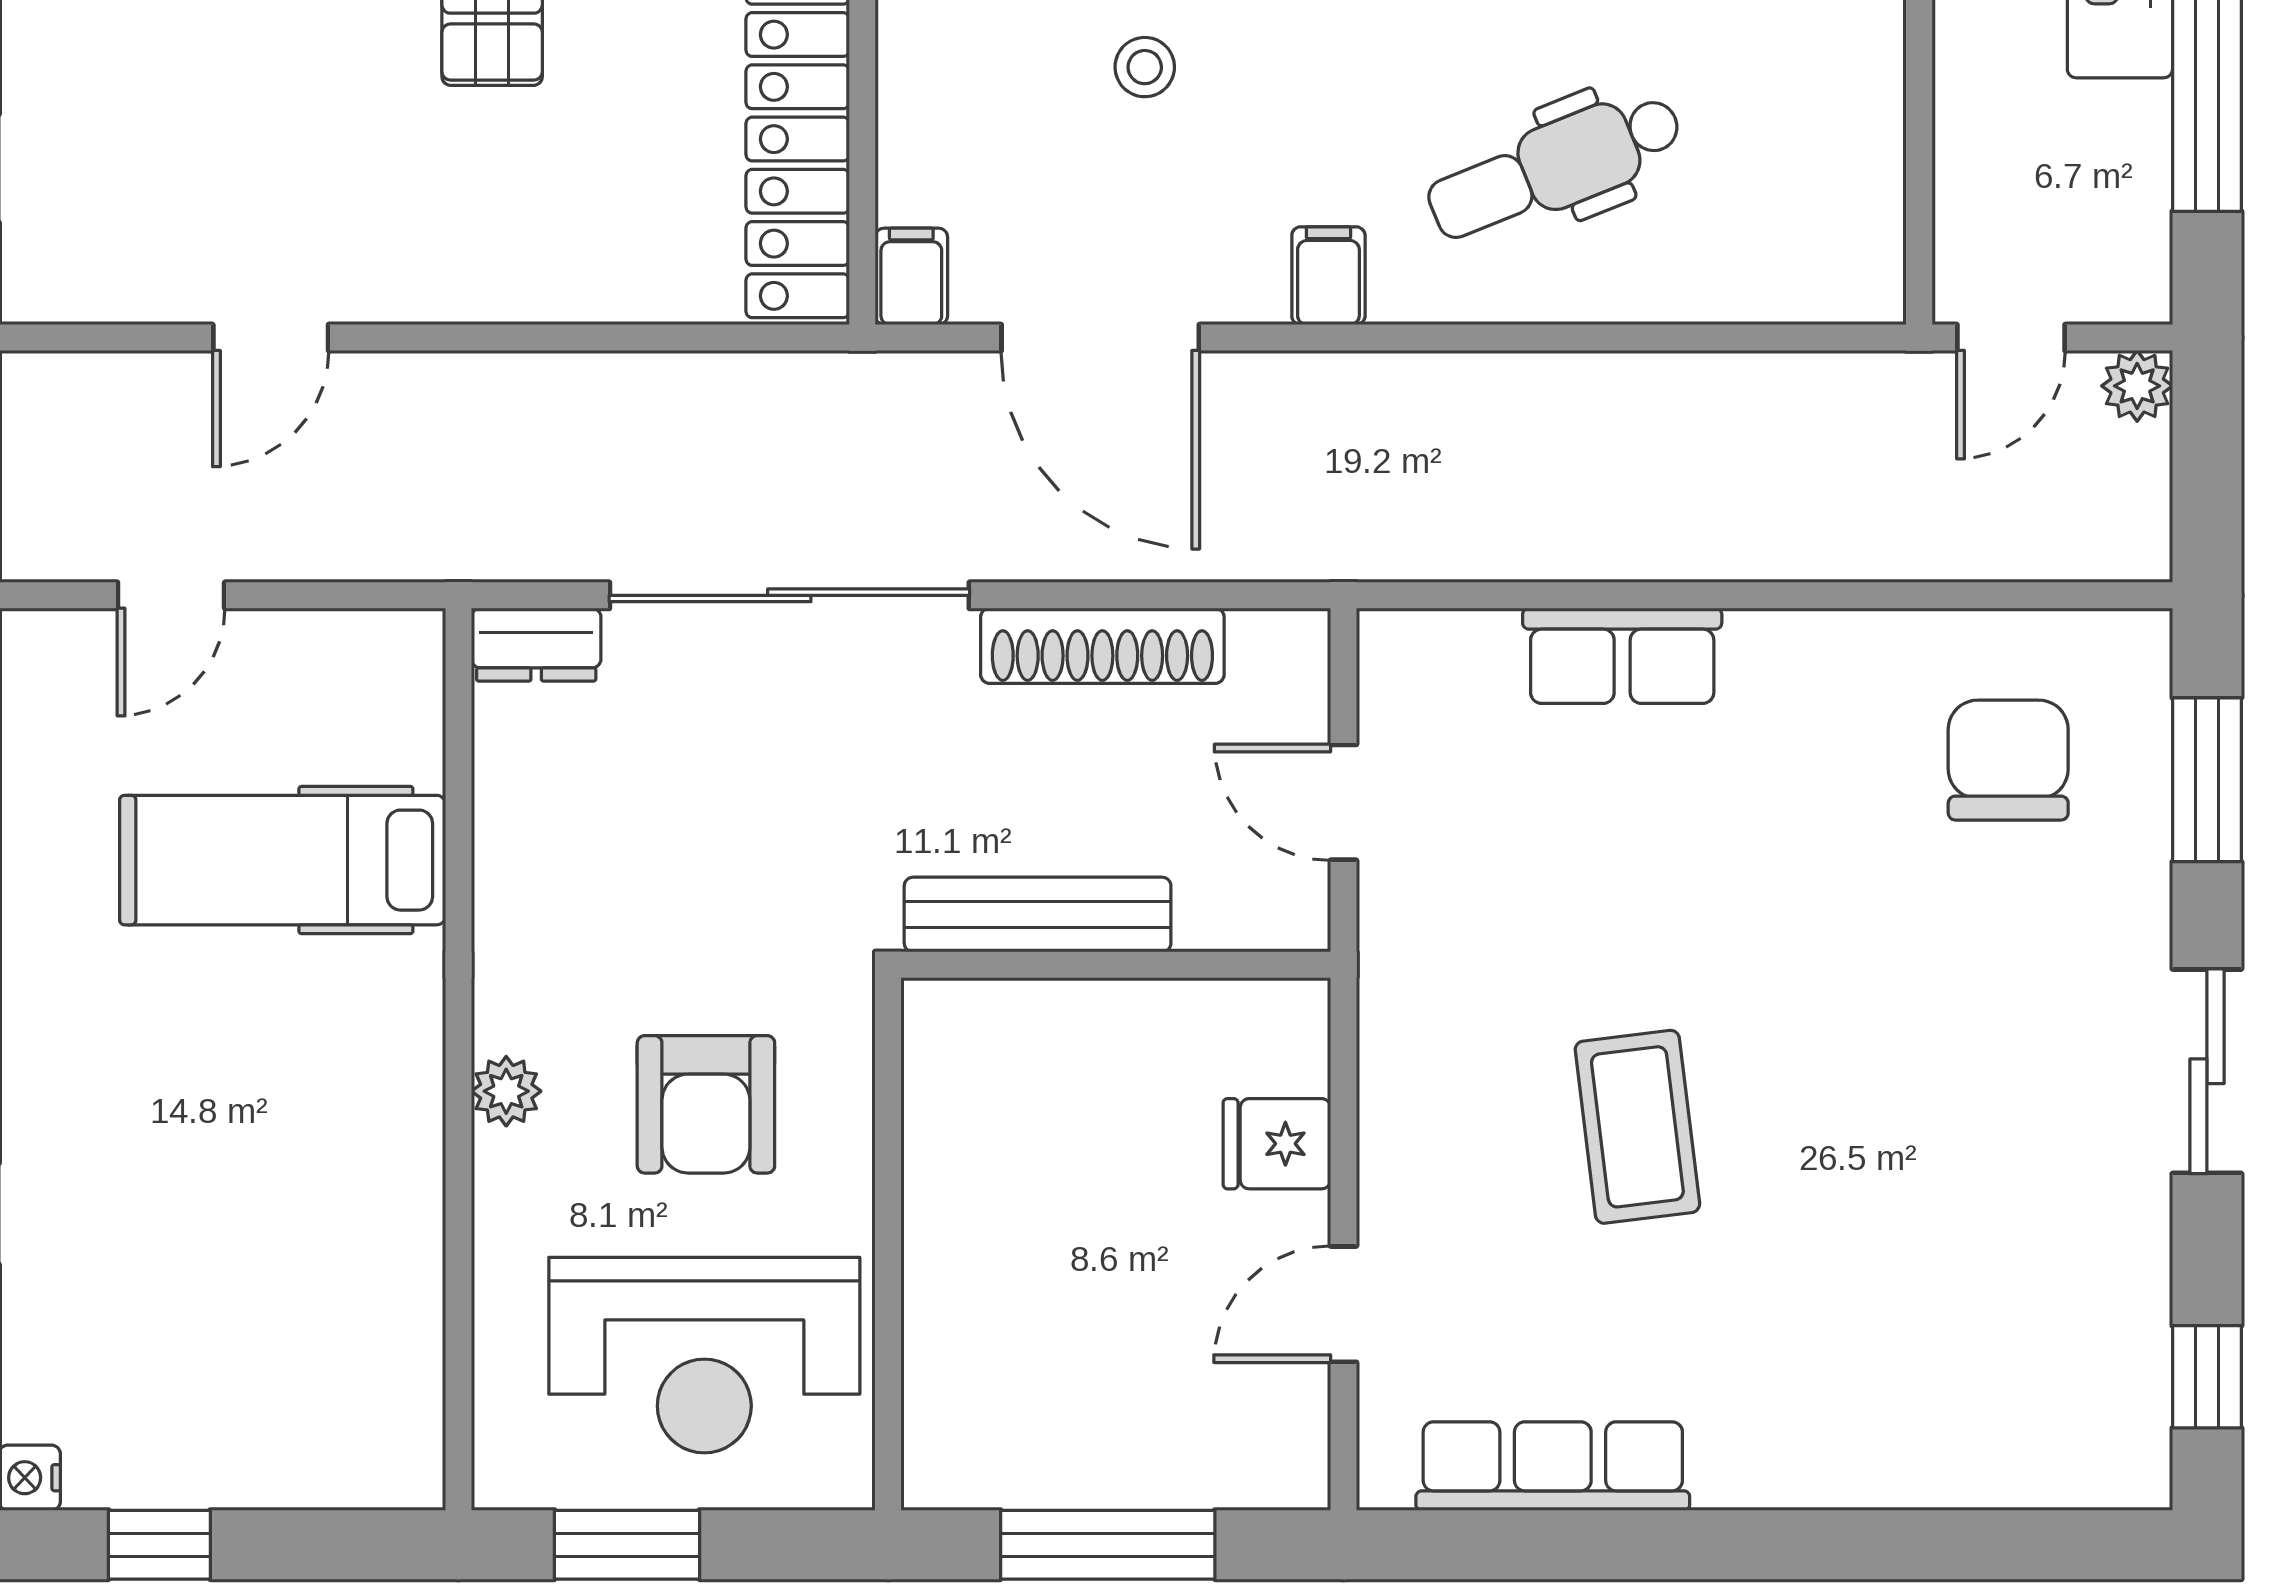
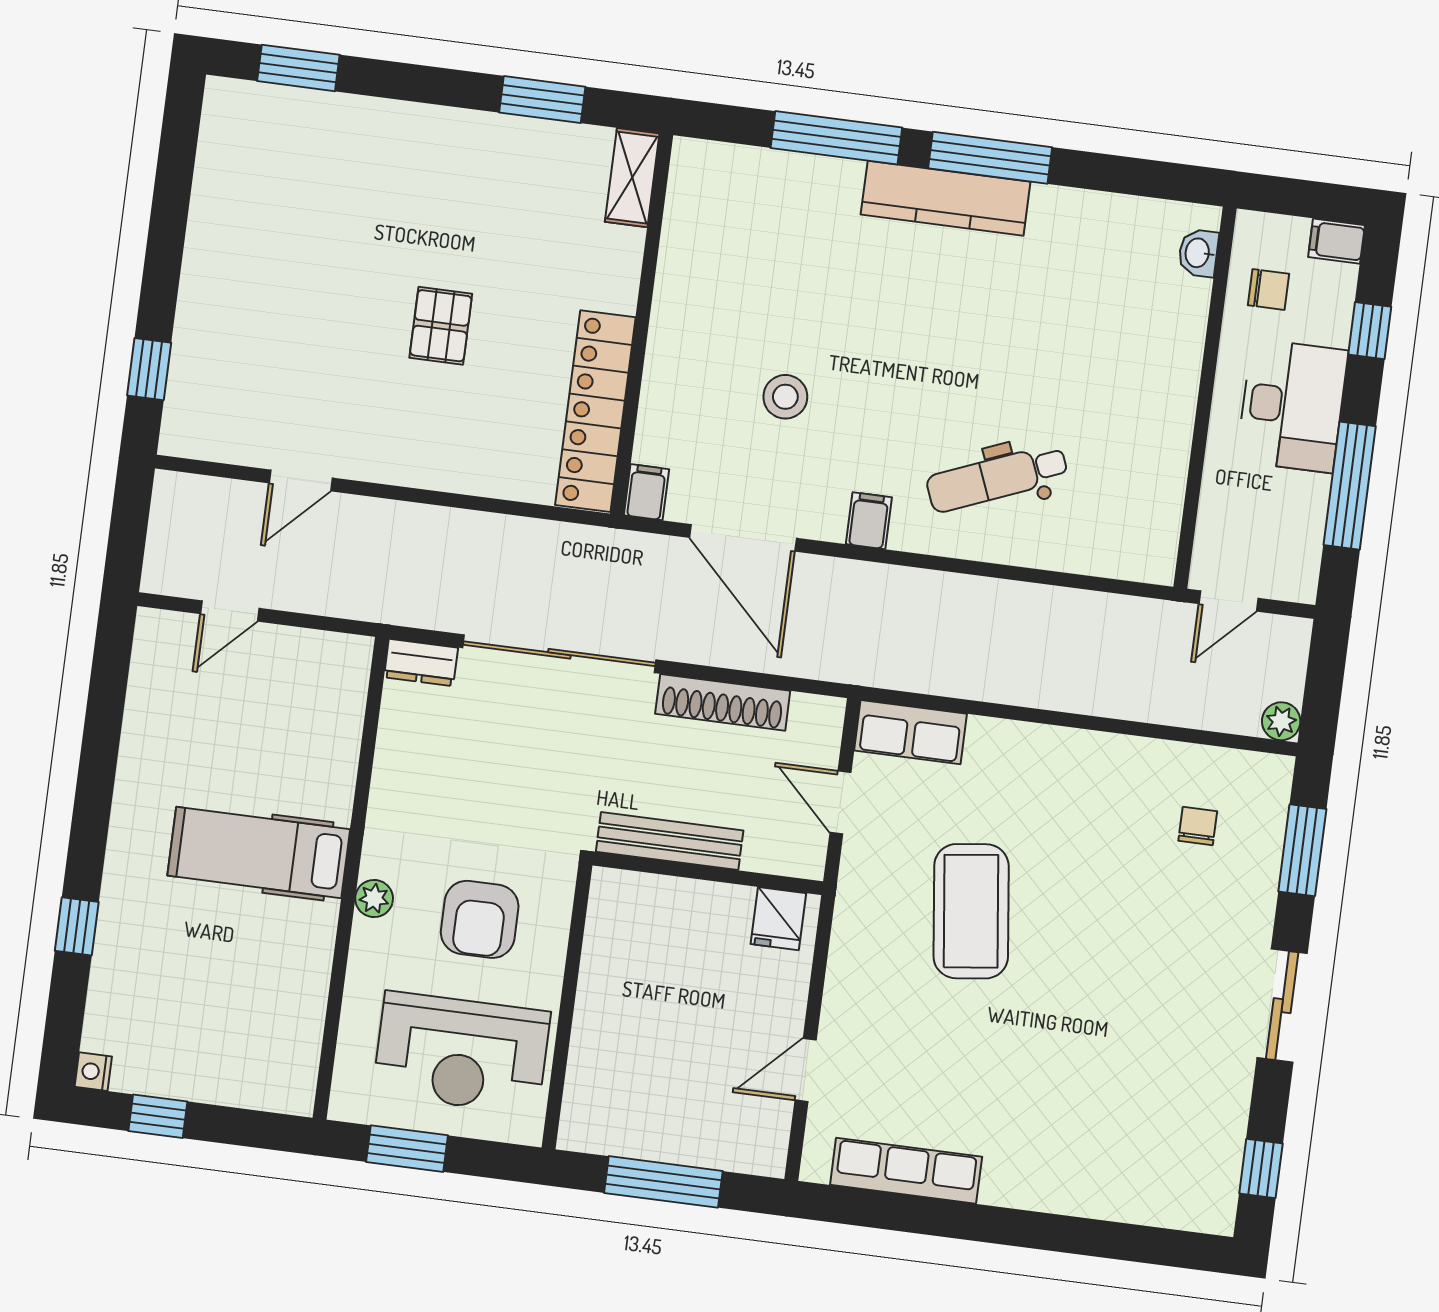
stool: (1145, 67) -> (785, 397), width x1.37, depth x1.37
plant: (2137, 386) -> (1281, 721), moved
row of seats: (1622, 656) -> (911, 732), moved
chair: (2008, 760) -> (1198, 826), width x0.54, depth x0.54
hospital bed: (283, 860) -> (259, 852), moved
coffee table: (1637, 1127) -> (971, 911), moved, width x1.36, depth x1.32
fridge: (1277, 1144) -> (778, 919), moved, turned -90

